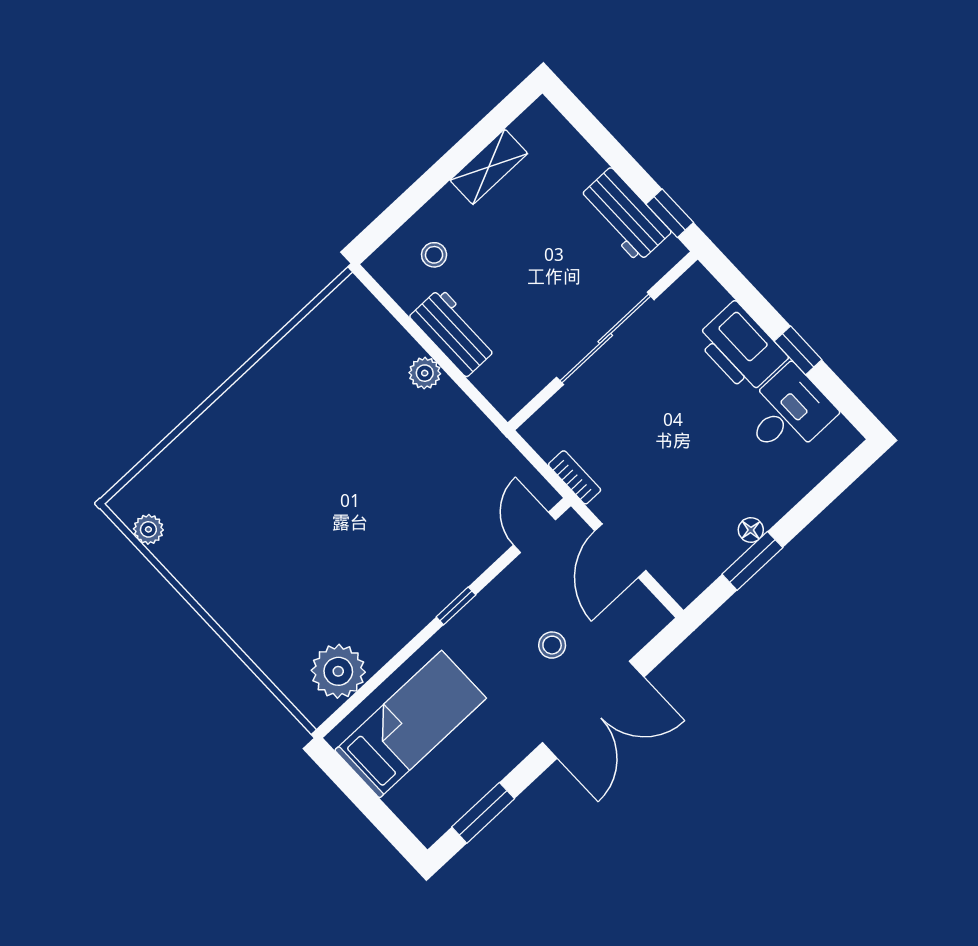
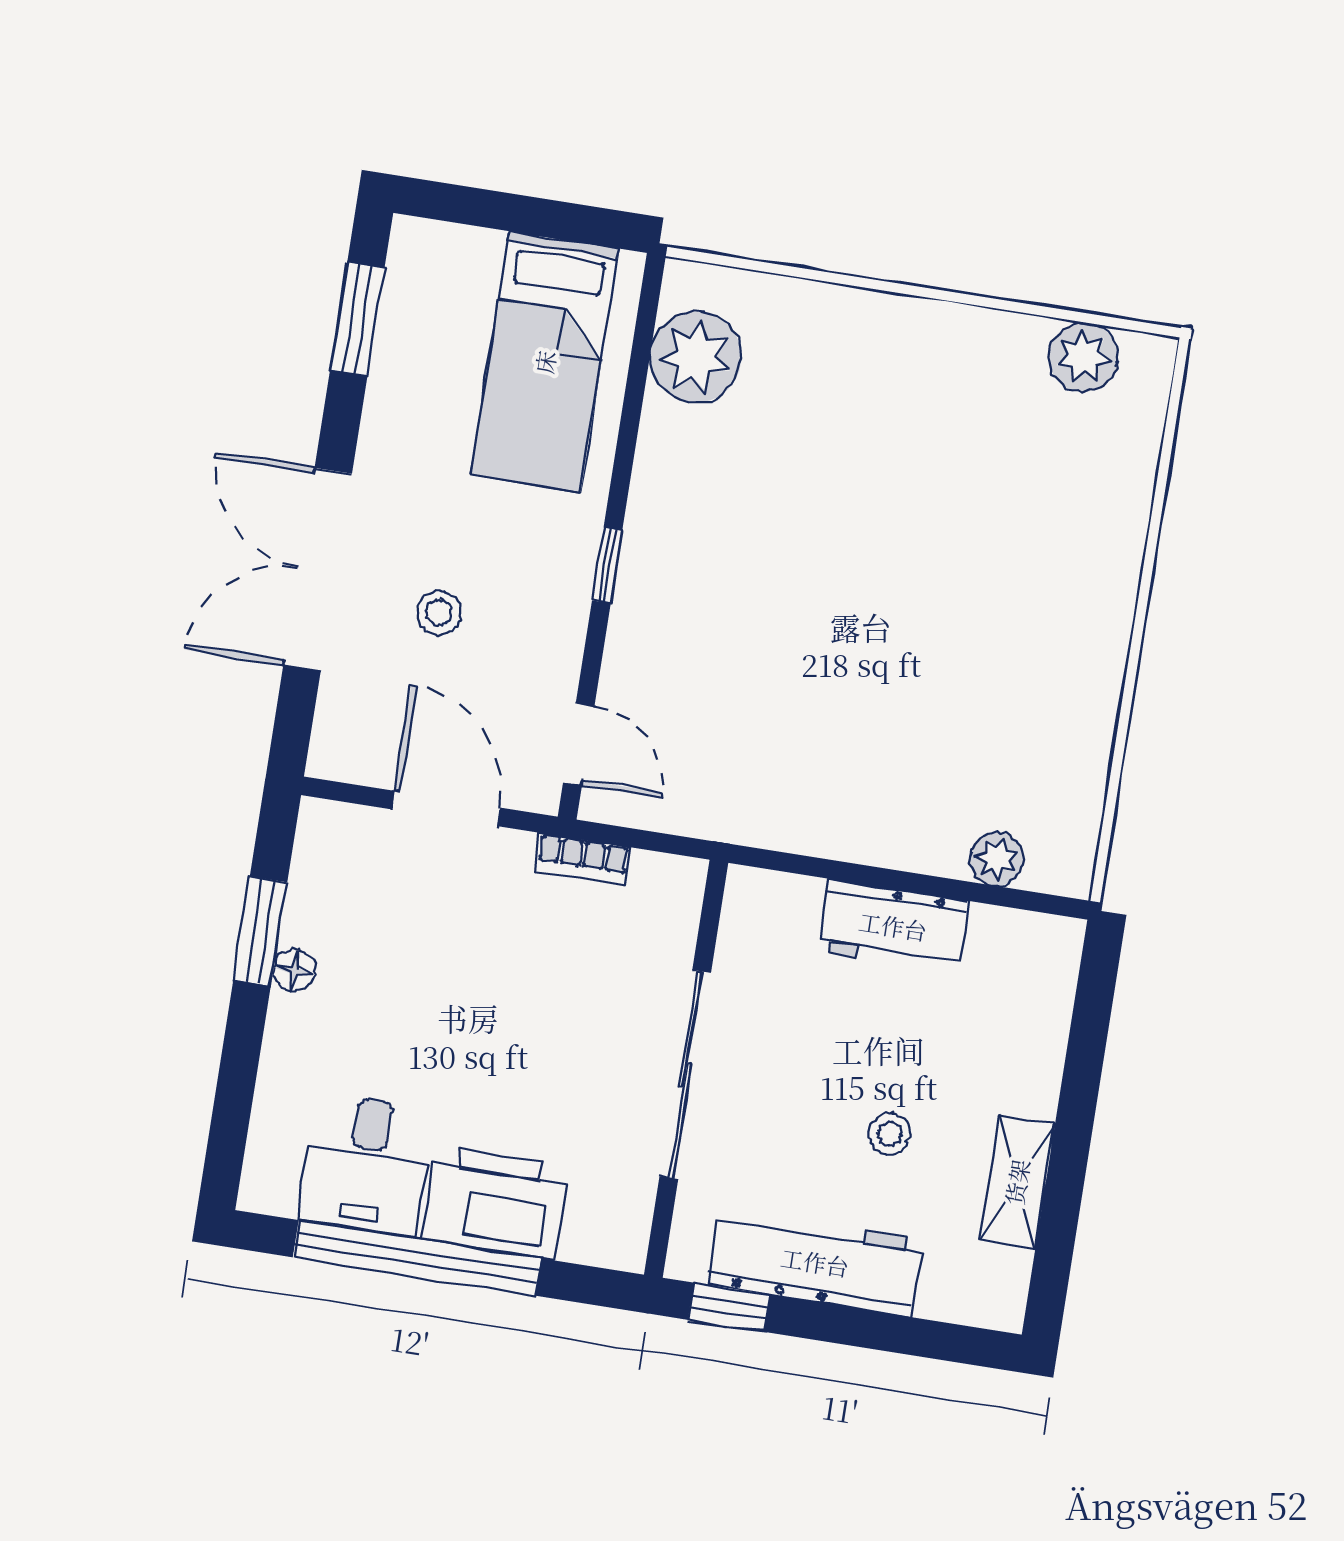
workbench: (624, 215) -> (815, 1262), width x1.38
stool: (434, 255) -> (889, 1134), moved
window: (798, 350) -> (417, 1258), width x3.17
plant: (425, 373) -> (996, 859), moved
plant: (148, 529) -> (1083, 357), width x1.38, depth x1.38

